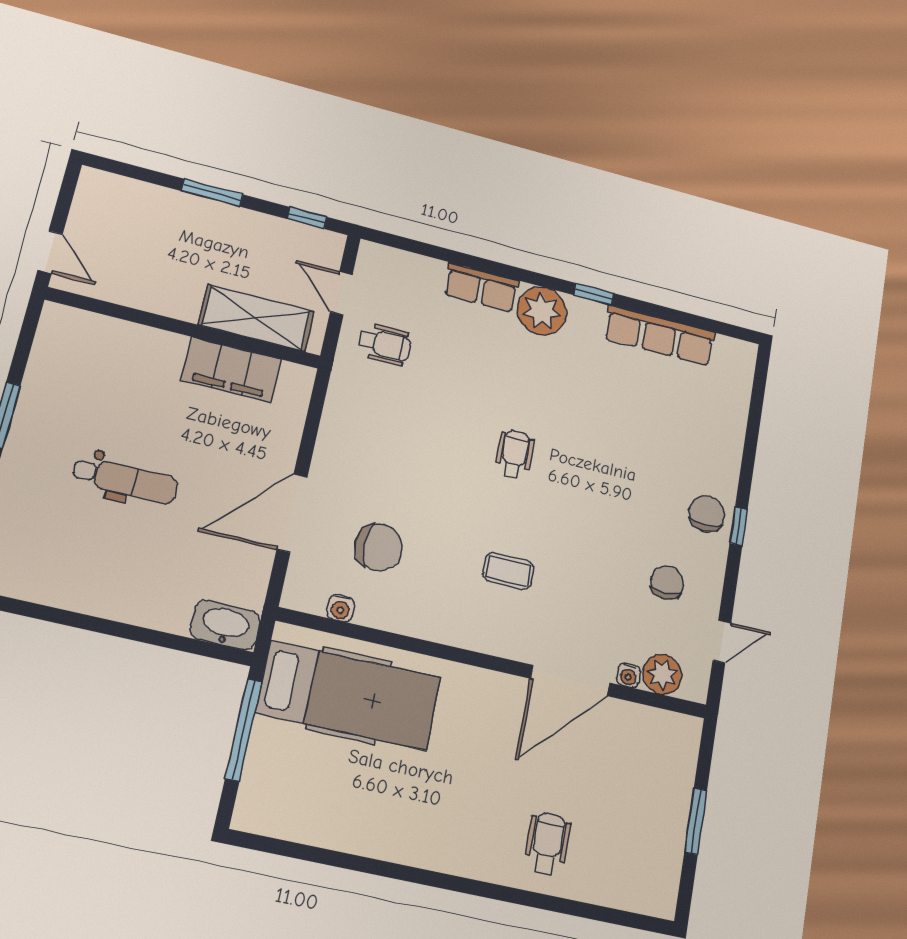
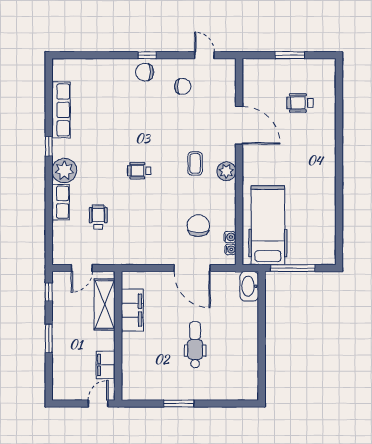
filing cabinet: (129, 288) -> (106, 365), added
wheelchair: (385, 344) -> (98, 217), moved
chair: (667, 583) -> (183, 86), turned 180
plant: (662, 674) -> (226, 171), moved
water cooler: (629, 675) -> (230, 249), moved
wheelchair: (548, 844) -> (300, 103), moved

